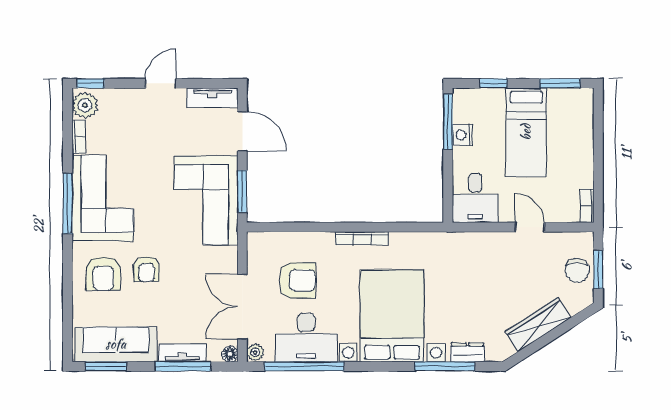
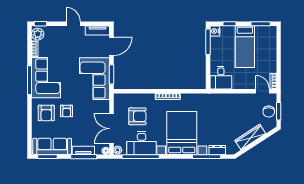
door: (161, 83) -> (73, 24), hinge flipped
door: (242, 131) -> (112, 46), hinge flipped
nightstand: (462, 135) -> (215, 31), moved
door: (530, 227) -> (263, 91), moved

